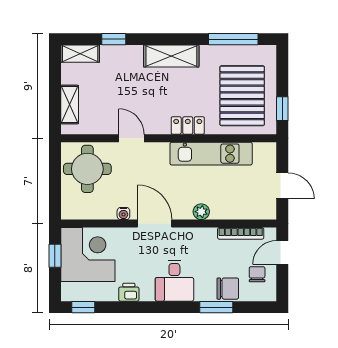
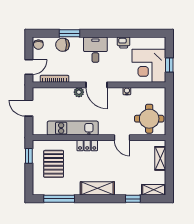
pallet: (242, 96) -> (54, 164), width x0.73, depth x0.71
door: (155, 224) -> (97, 85), moved
chair: (257, 274) -> (38, 45), moved
window: (83, 307) -> (152, 33), removed

